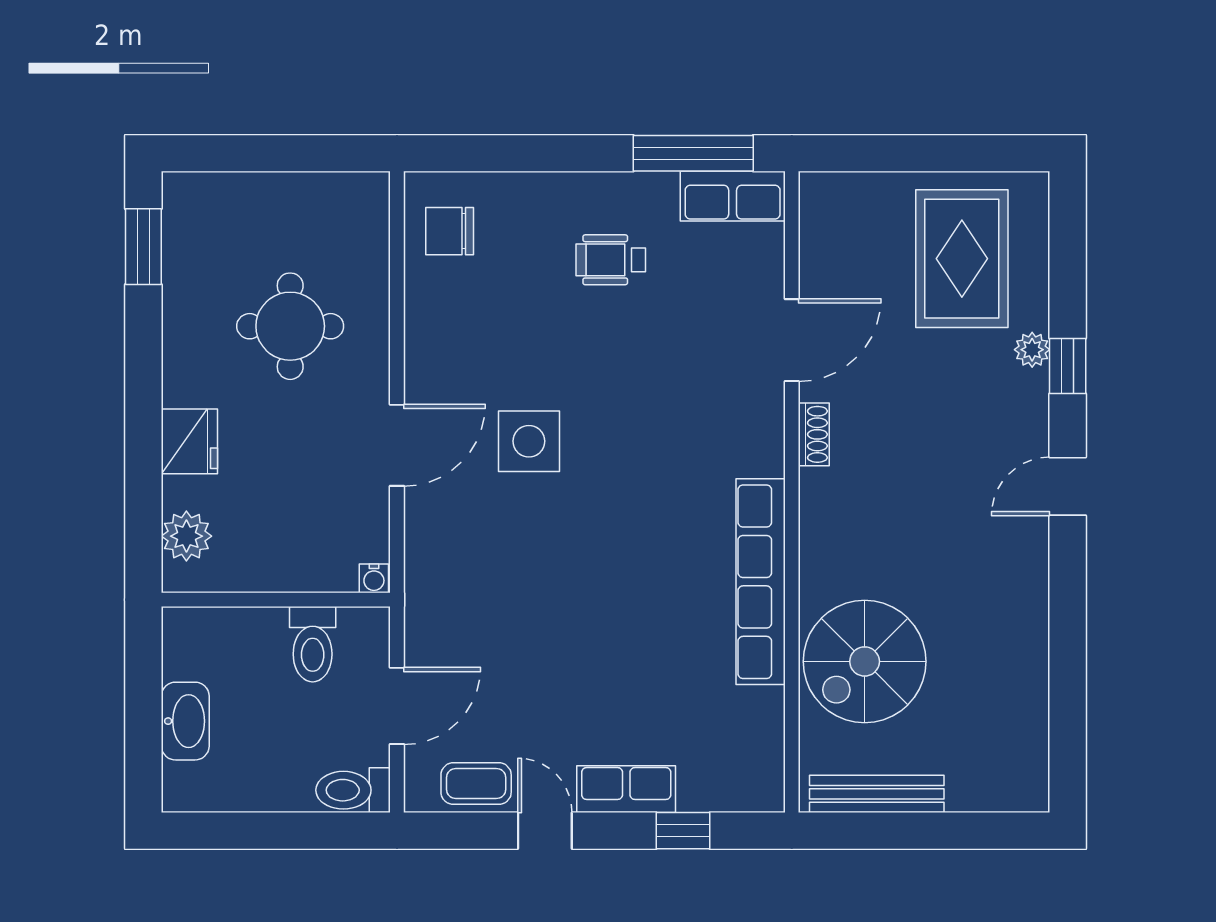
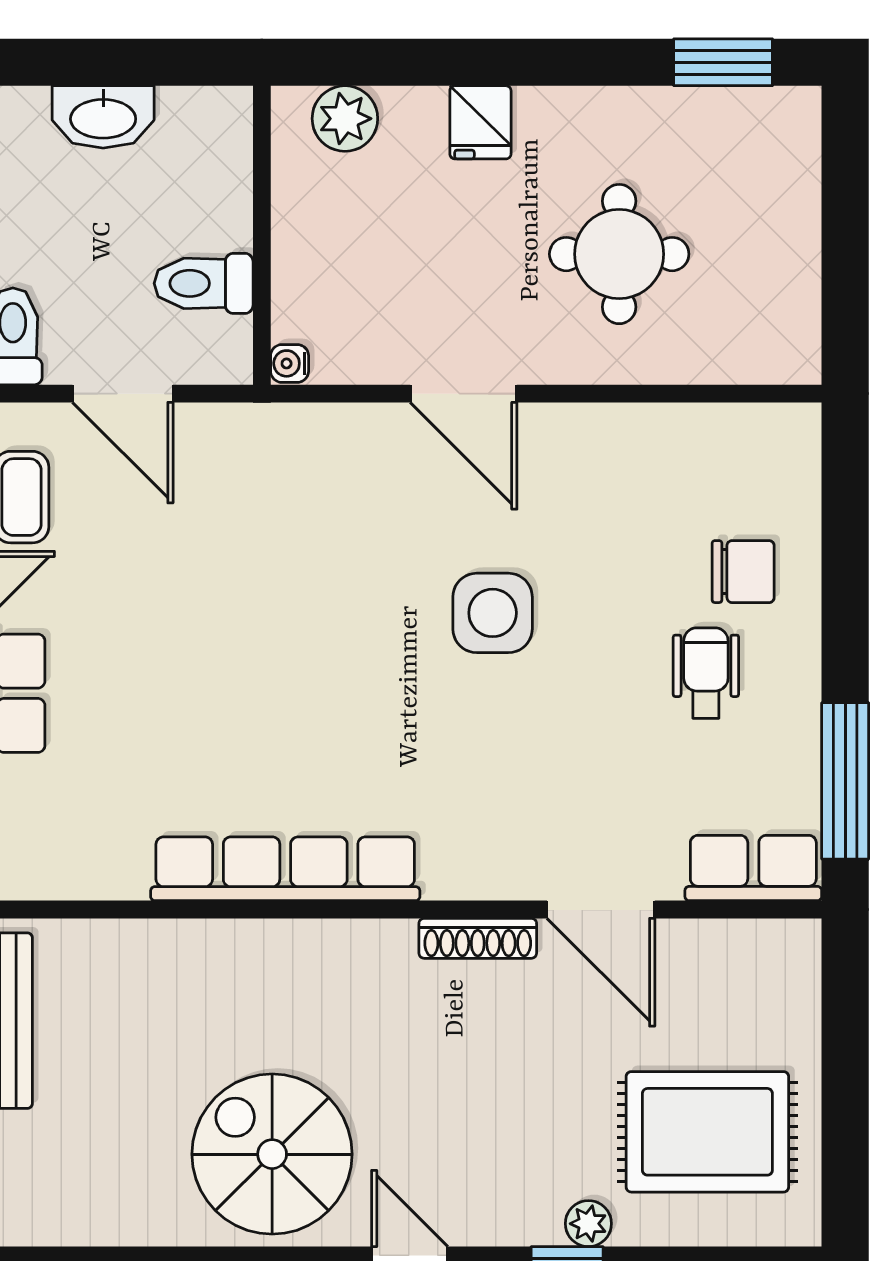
row of seats: (733, 196) -> (753, 868), moved, turned 90
chair: (450, 231) -> (743, 572), moved, turned 90
shoe rack: (814, 434) -> (478, 938), width x1.43
fridge: (189, 441) -> (480, 122), width x0.72
side table: (529, 441) -> (493, 613), moved
spiral stairs: (865, 661) -> (272, 1154), moved

